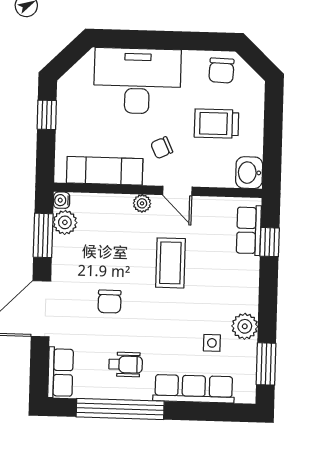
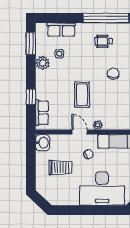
chair: (221, 70) -> (59, 195), removed
window: (270, 242) -> (31, 97), moved
row of seats: (194, 389) -> (61, 30), width x0.68

